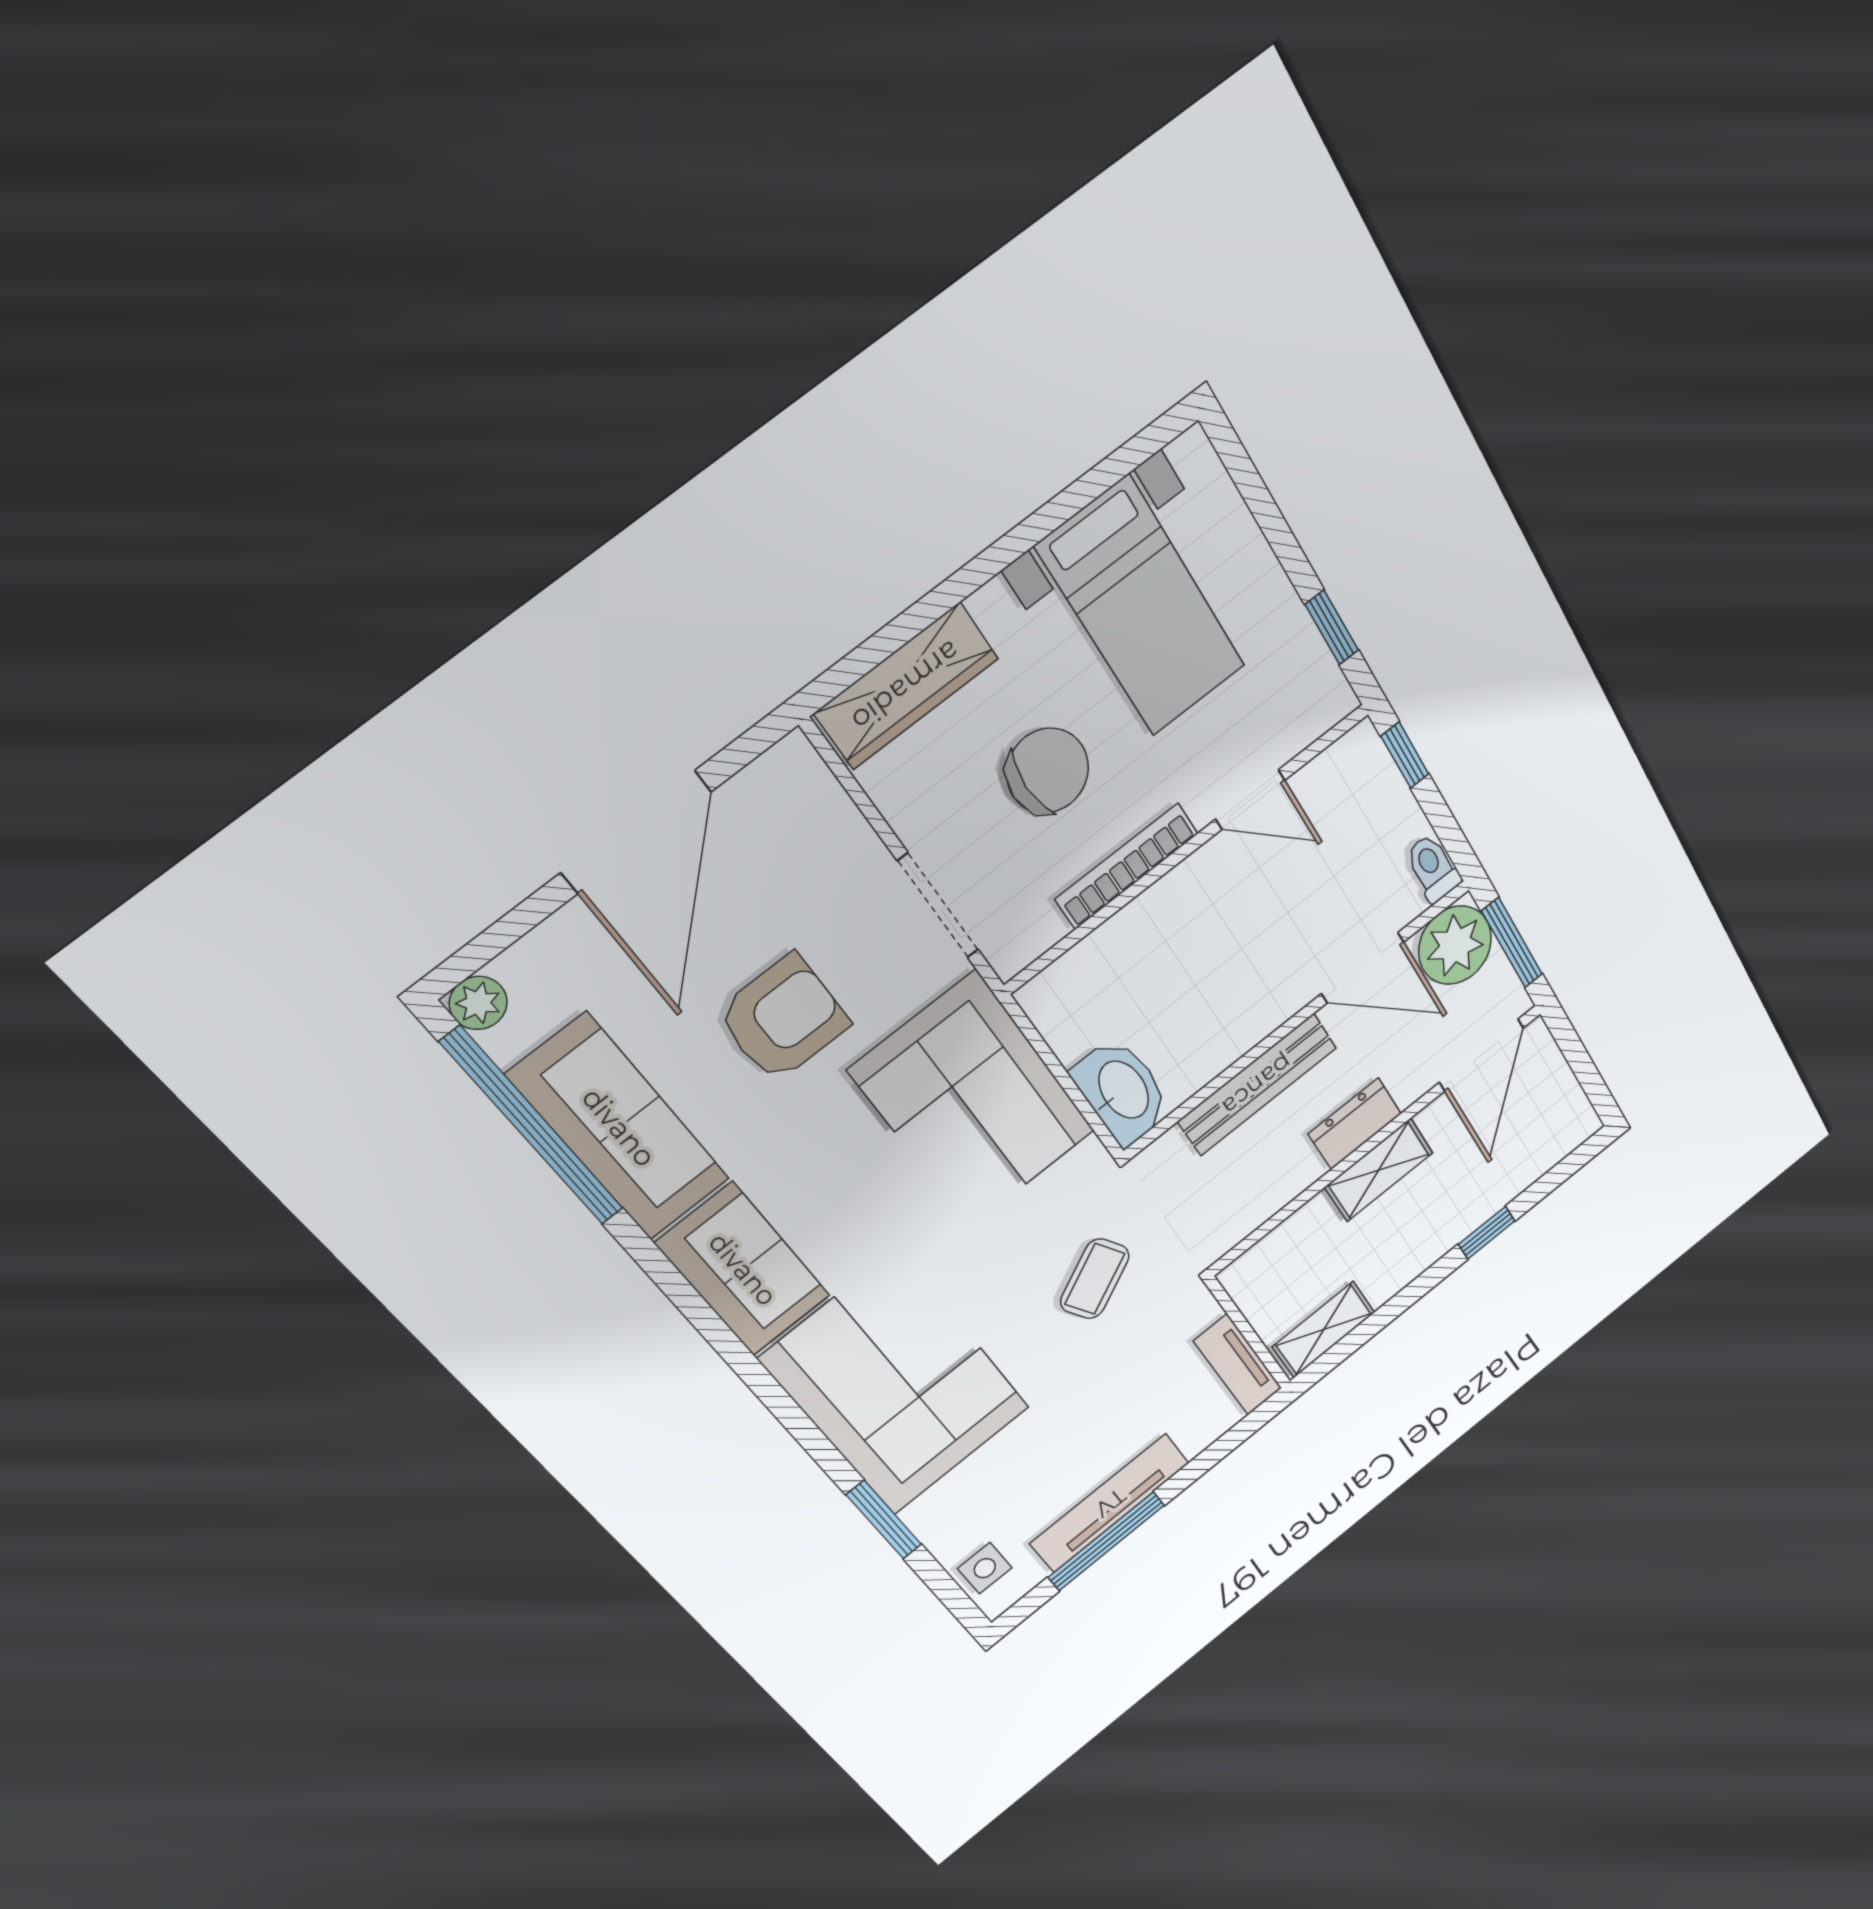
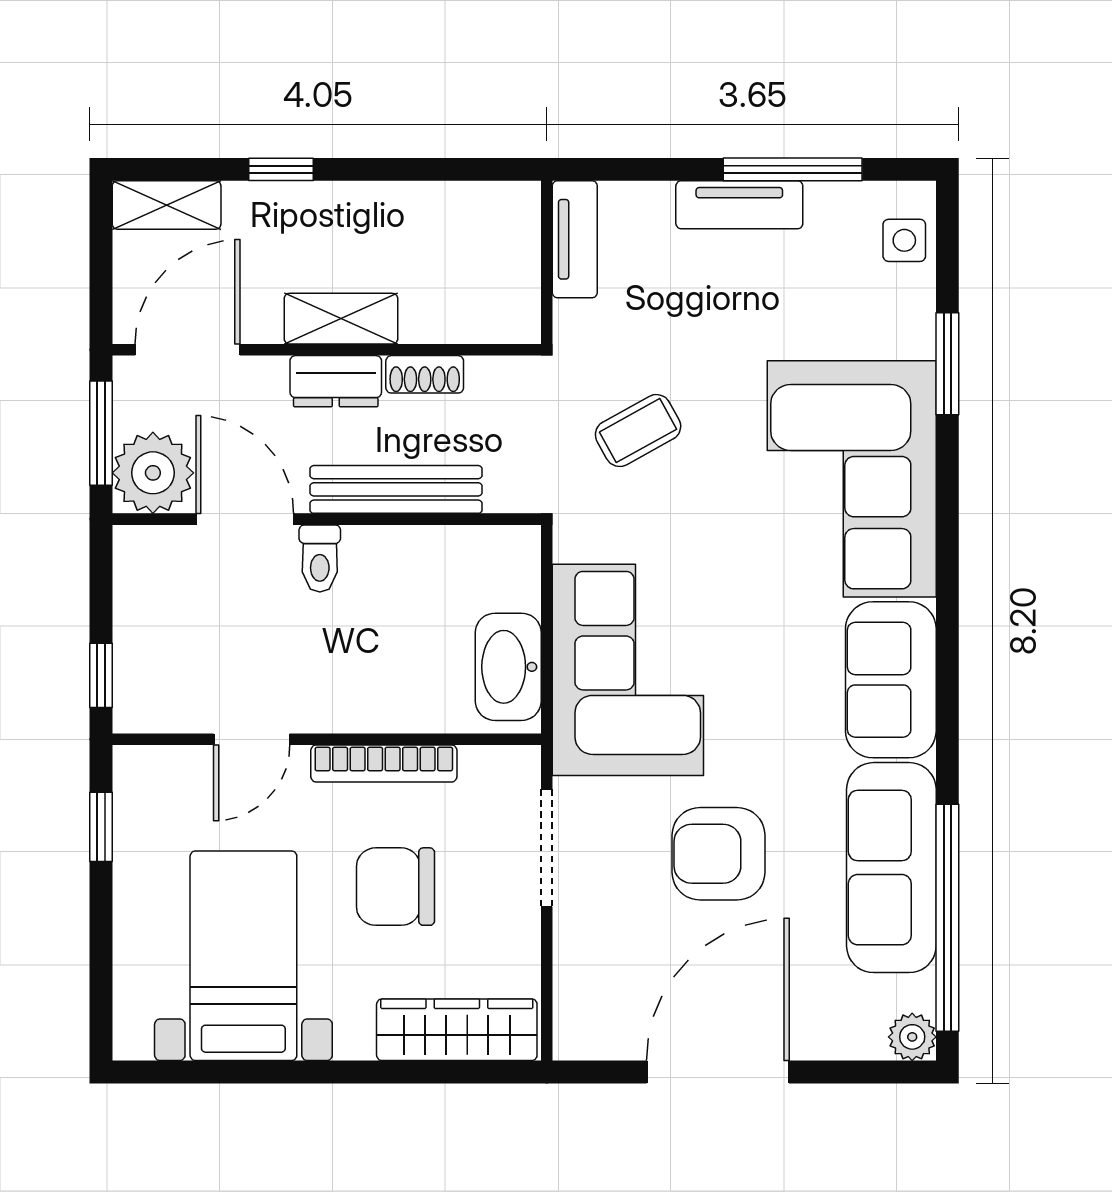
door: (1250, 800) -> (252, 739), swing flipped
toilet: (1433, 868) -> (320, 558), moved
washbasin: (1122, 1091) -> (508, 667), moved
shoe rack: (1289, 1183) -> (425, 374), added
shelving: (1324, 1330) -> (167, 205), moved
tv unit: (1110, 1503) -> (739, 205), width x0.71

